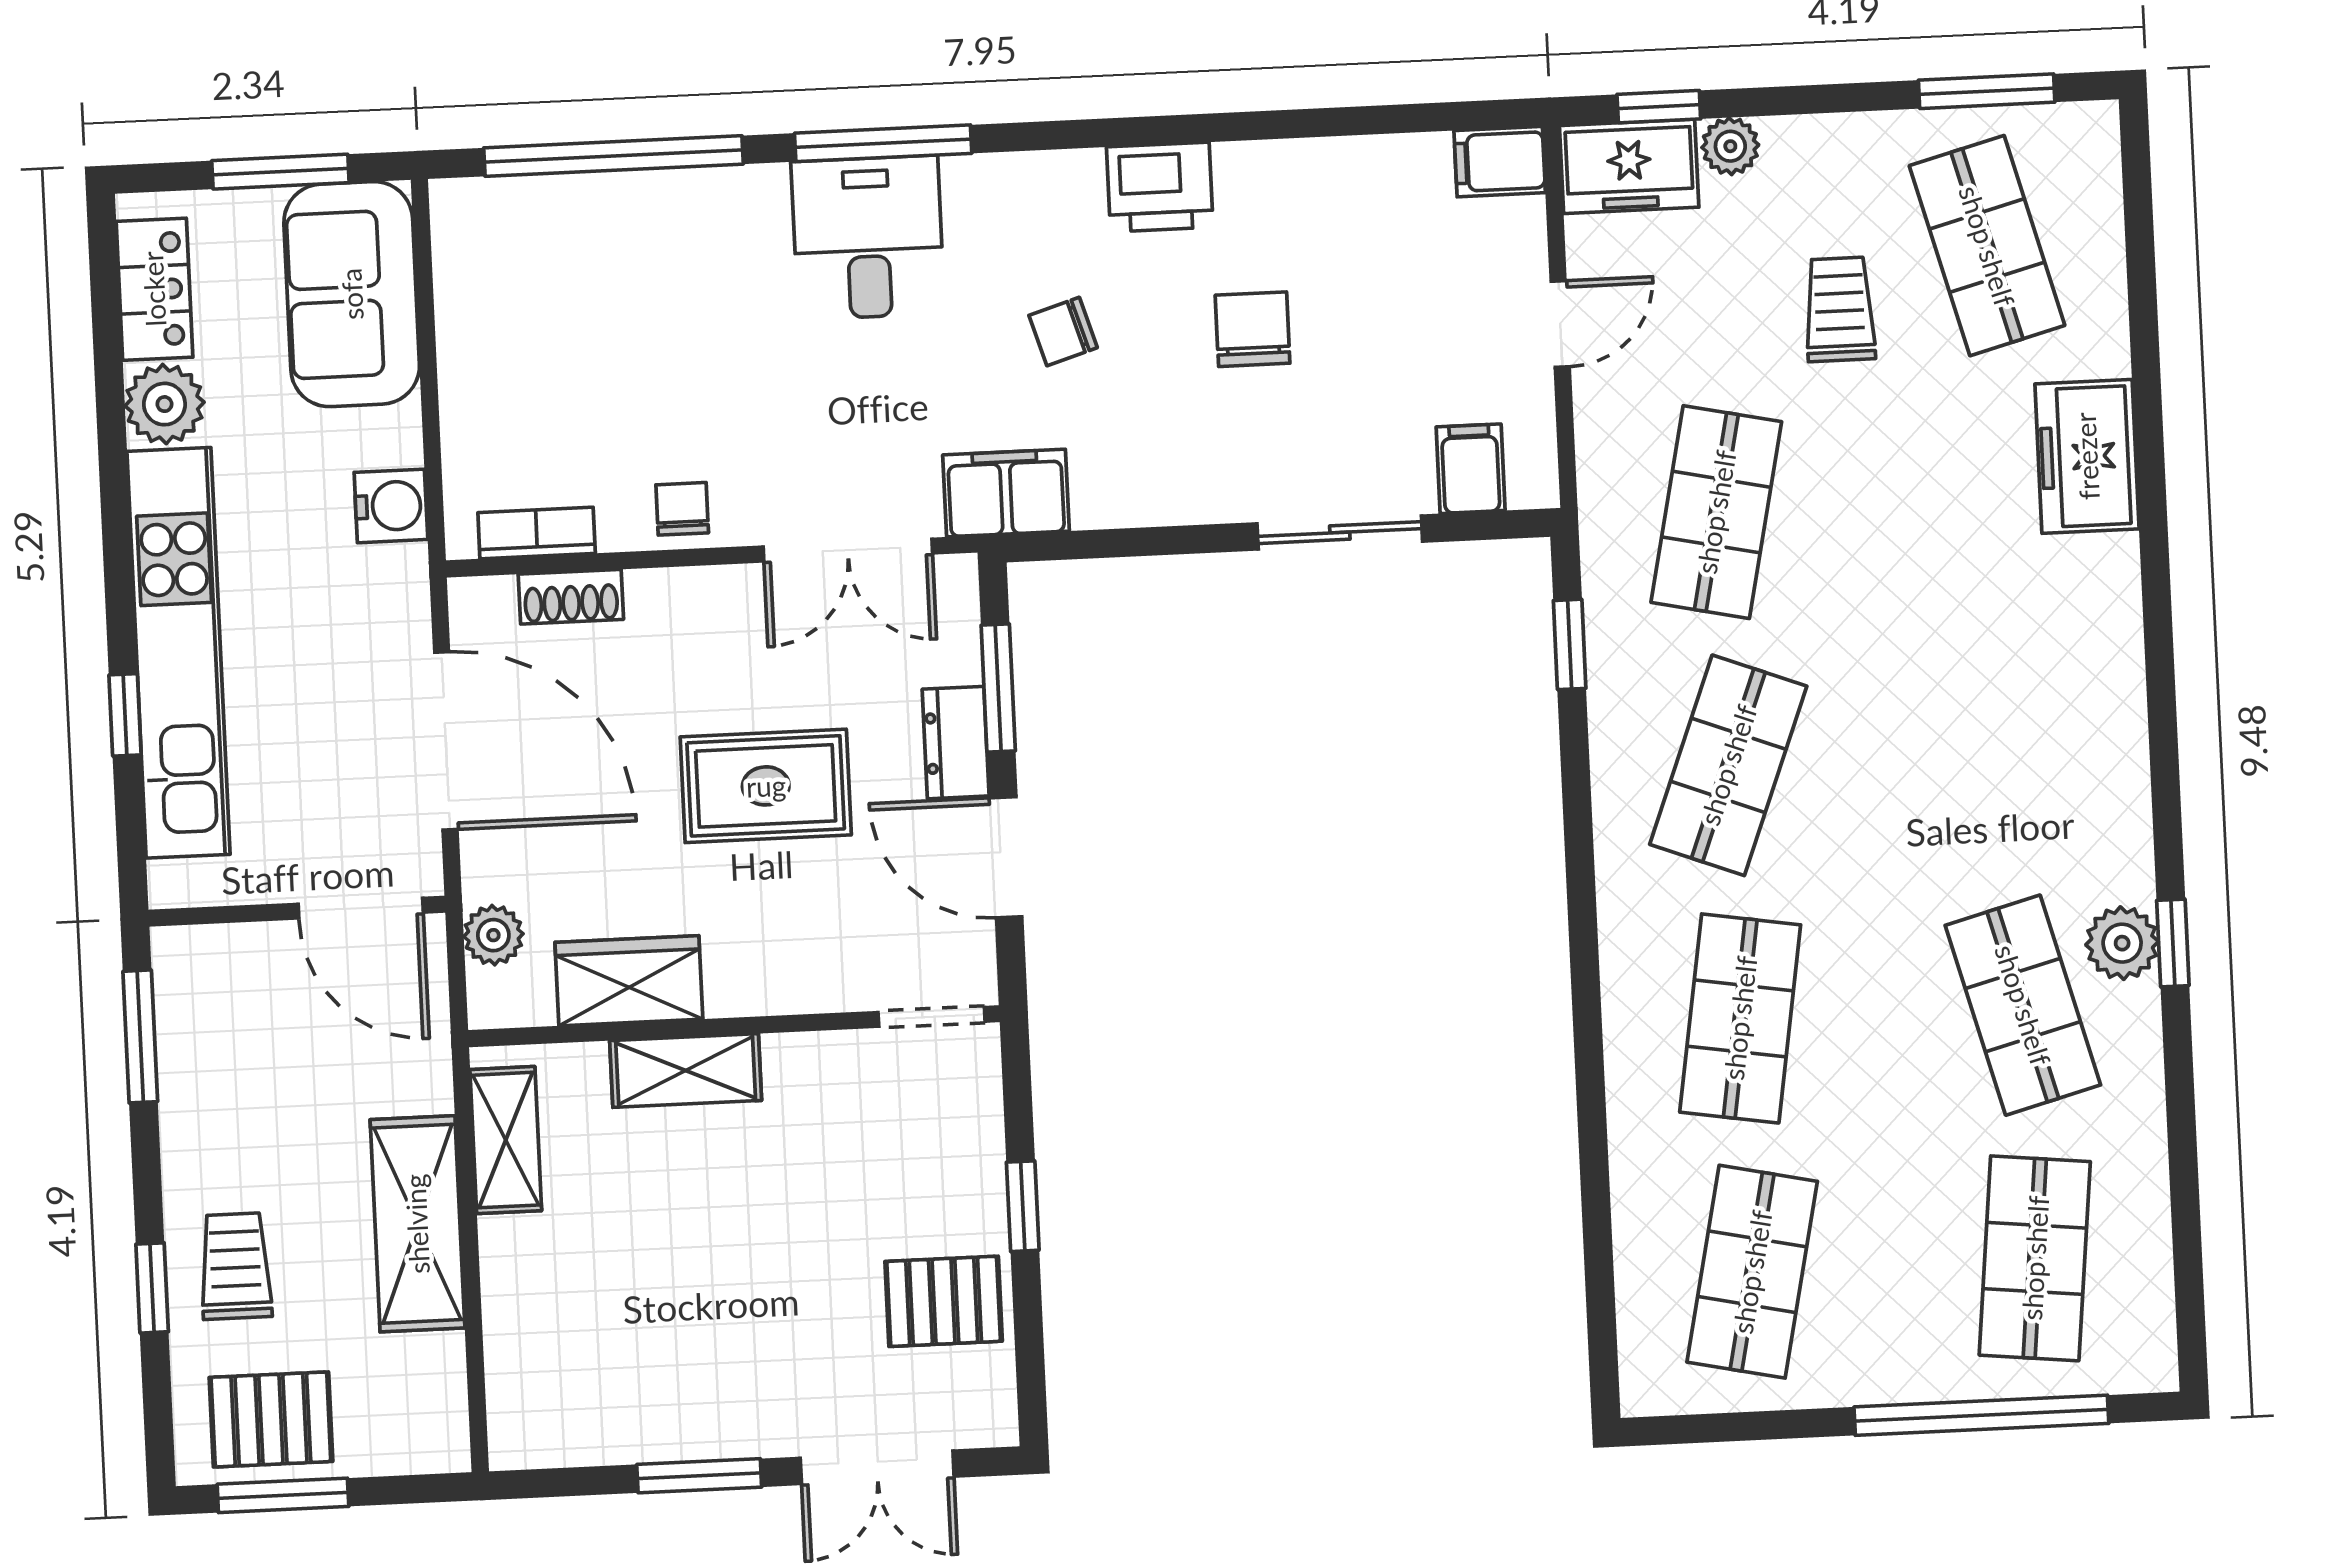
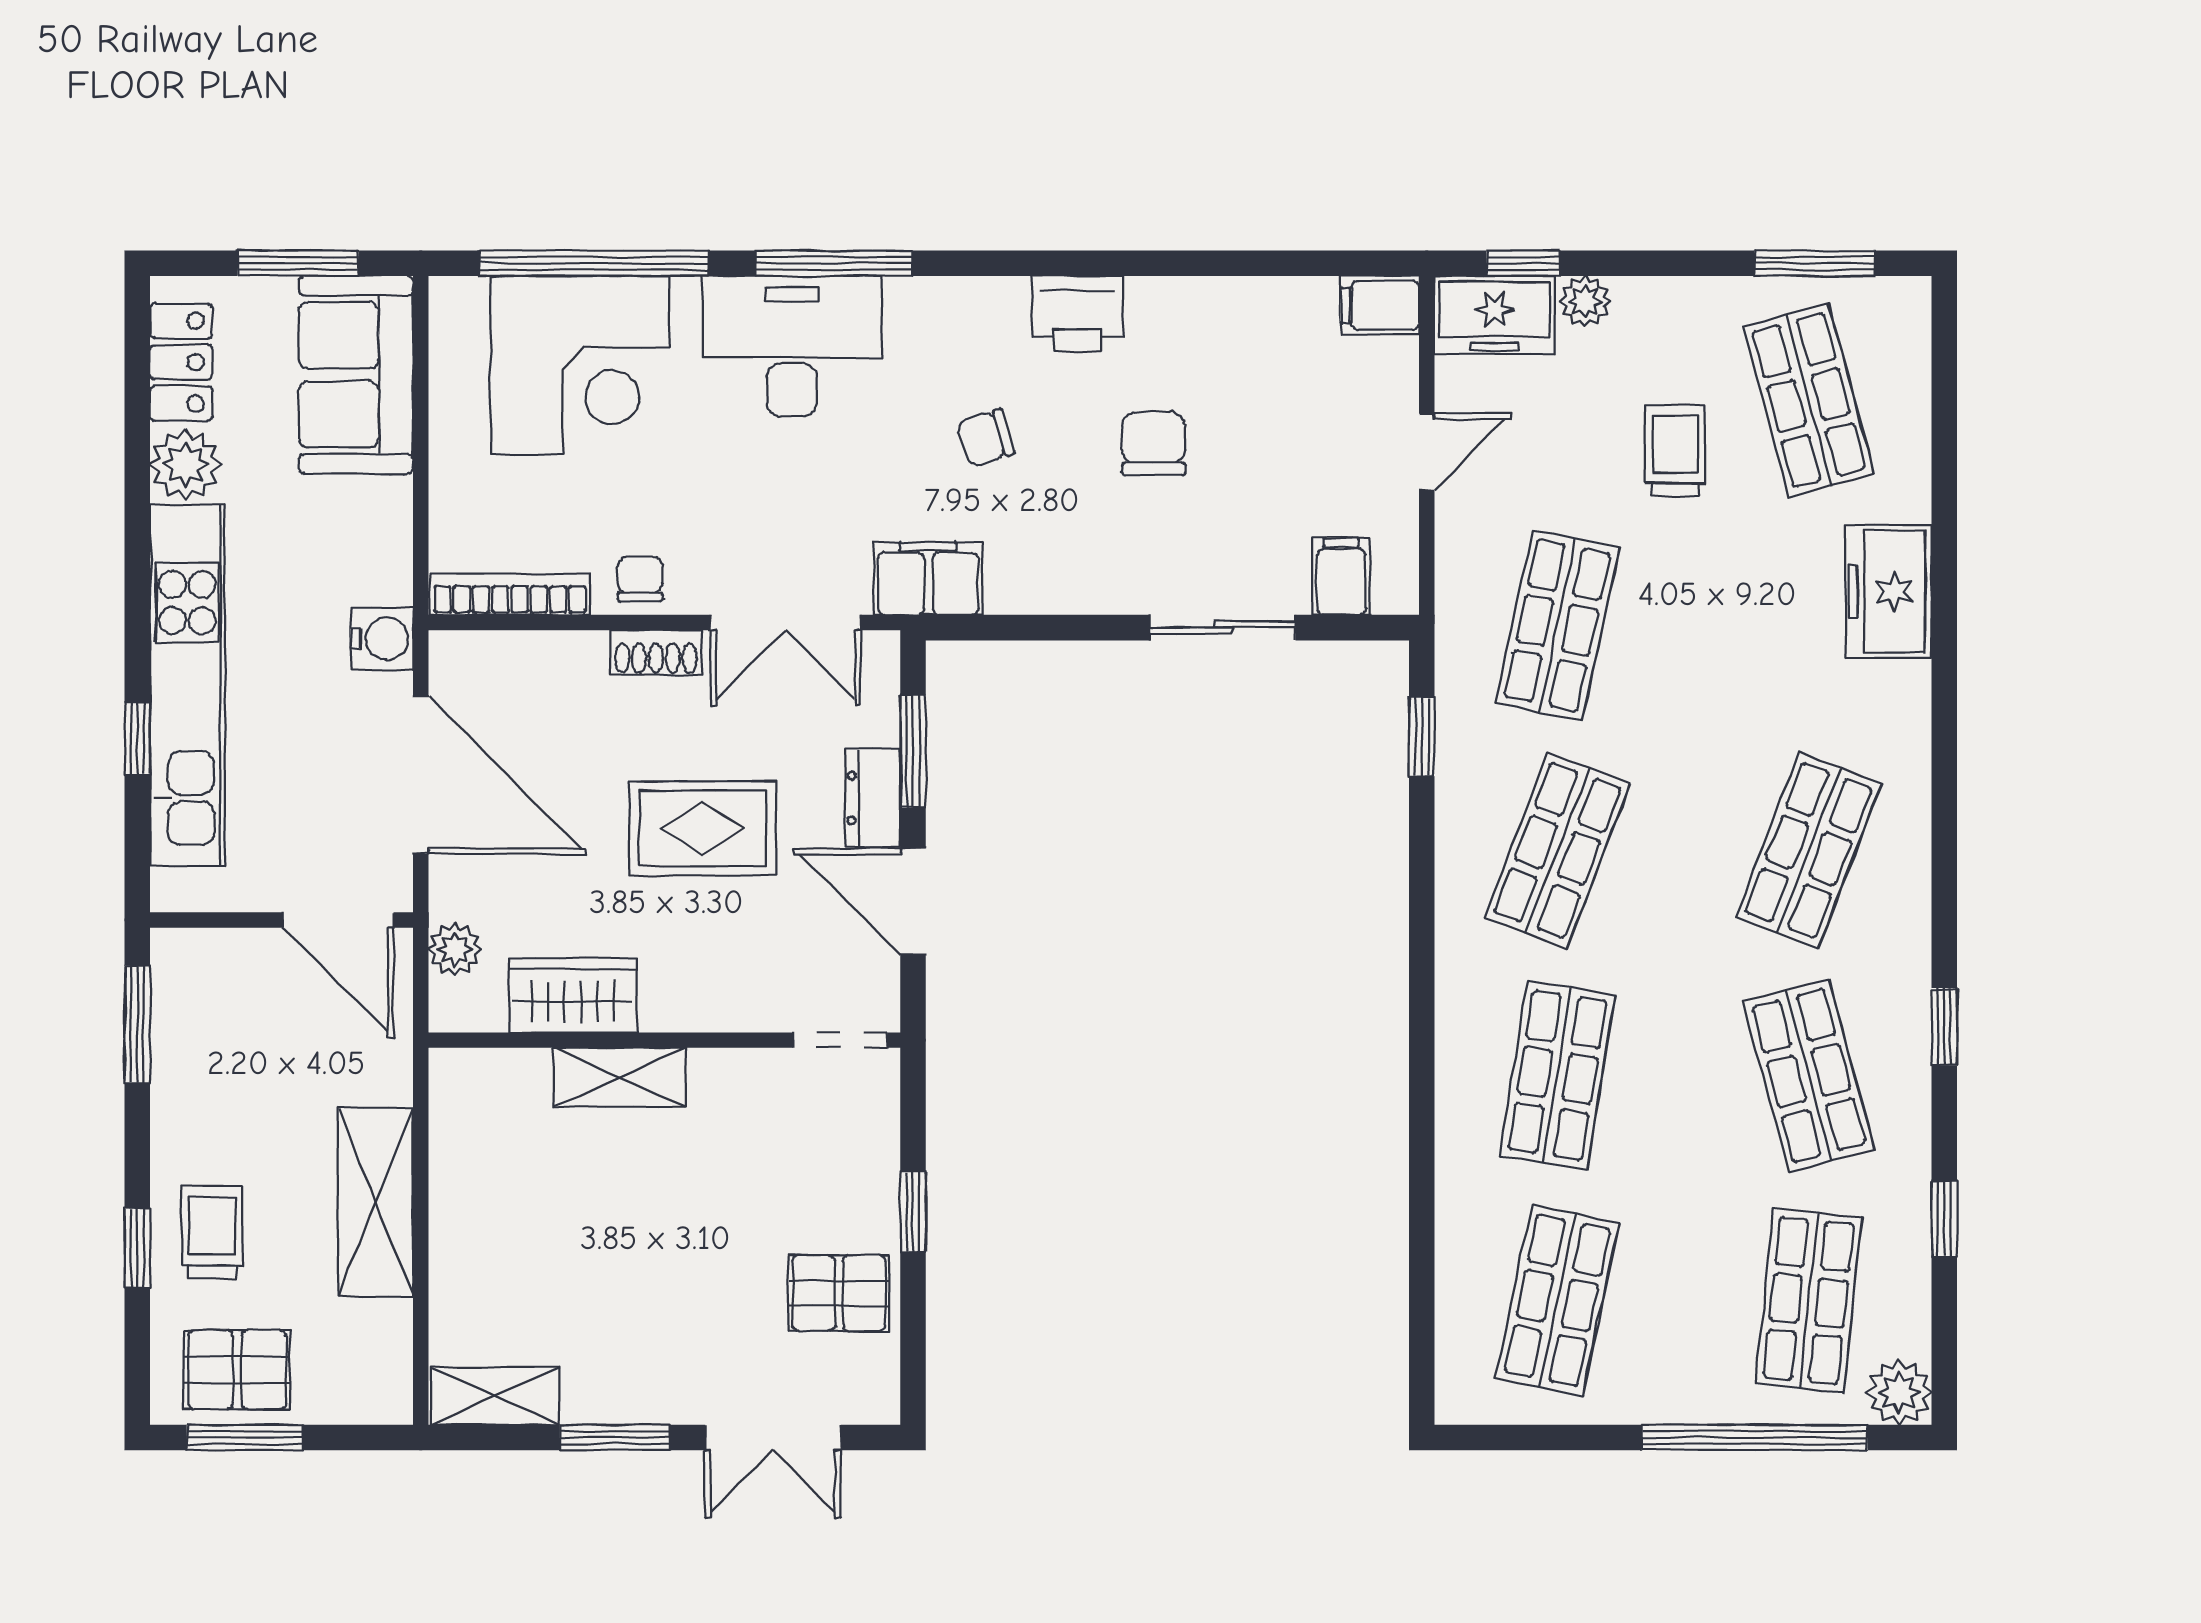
desk: (868, 238) -> (792, 346), width x1.37
corner desk: (603, 271) -> (580, 365), added
water cooler: (391, 506) -> (382, 639), moved
bookcase: (537, 533) -> (510, 594), width x1.56
shoe rack: (571, 597) -> (656, 652), moved
shop shelf: (2011, 752) -> (1809, 850), added
plant: (2122, 943) -> (1899, 1392), moved
shelving: (506, 1140) -> (495, 1396), moved, turned 90
window: (2183, 1159) -> (1944, 1219), added

